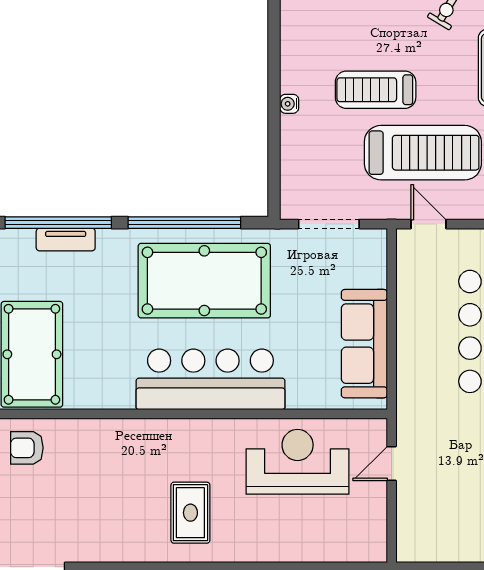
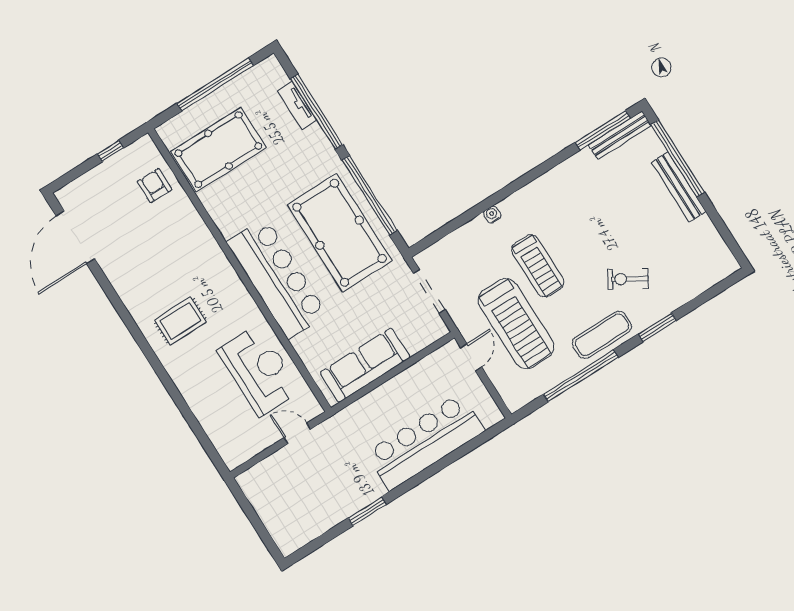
treadmill: (376, 90) -> (538, 266), turned 180
tv unit: (66, 240) -> (297, 105), moved

